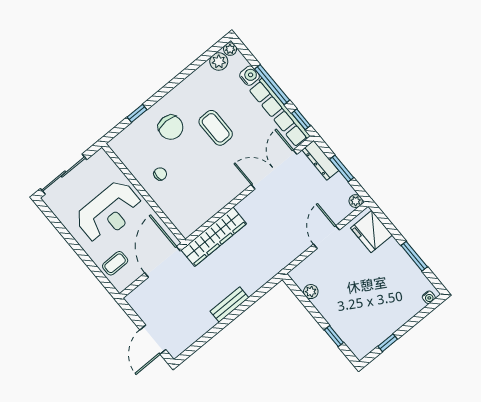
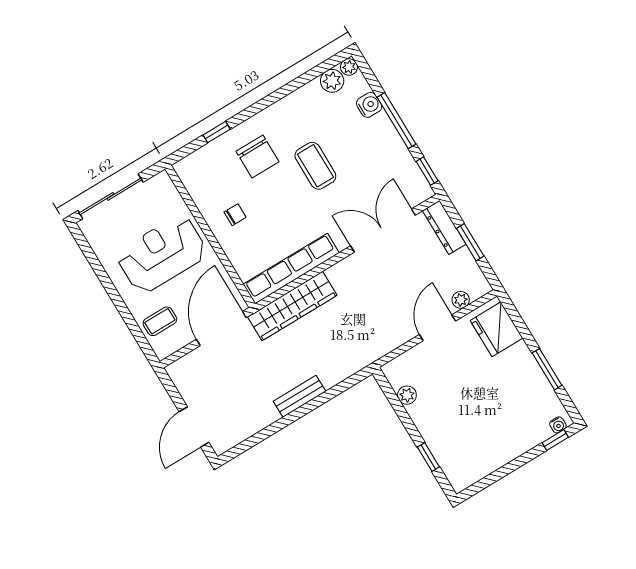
row of seats: (279, 113) -> (291, 269), moved, turned 90
plant: (356, 201) -> (461, 300), moved
reception desk: (109, 212) -> (162, 254), turned 180
window: (388, 343) -> (555, 440), moved

